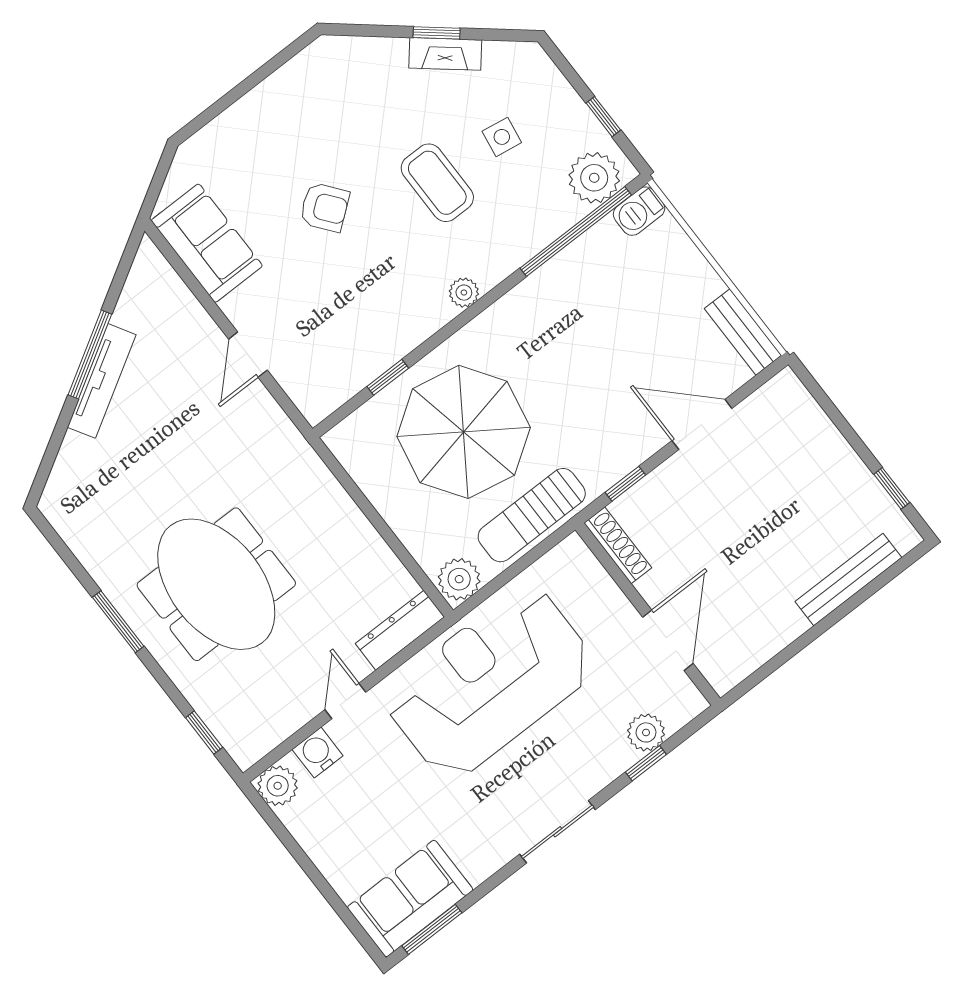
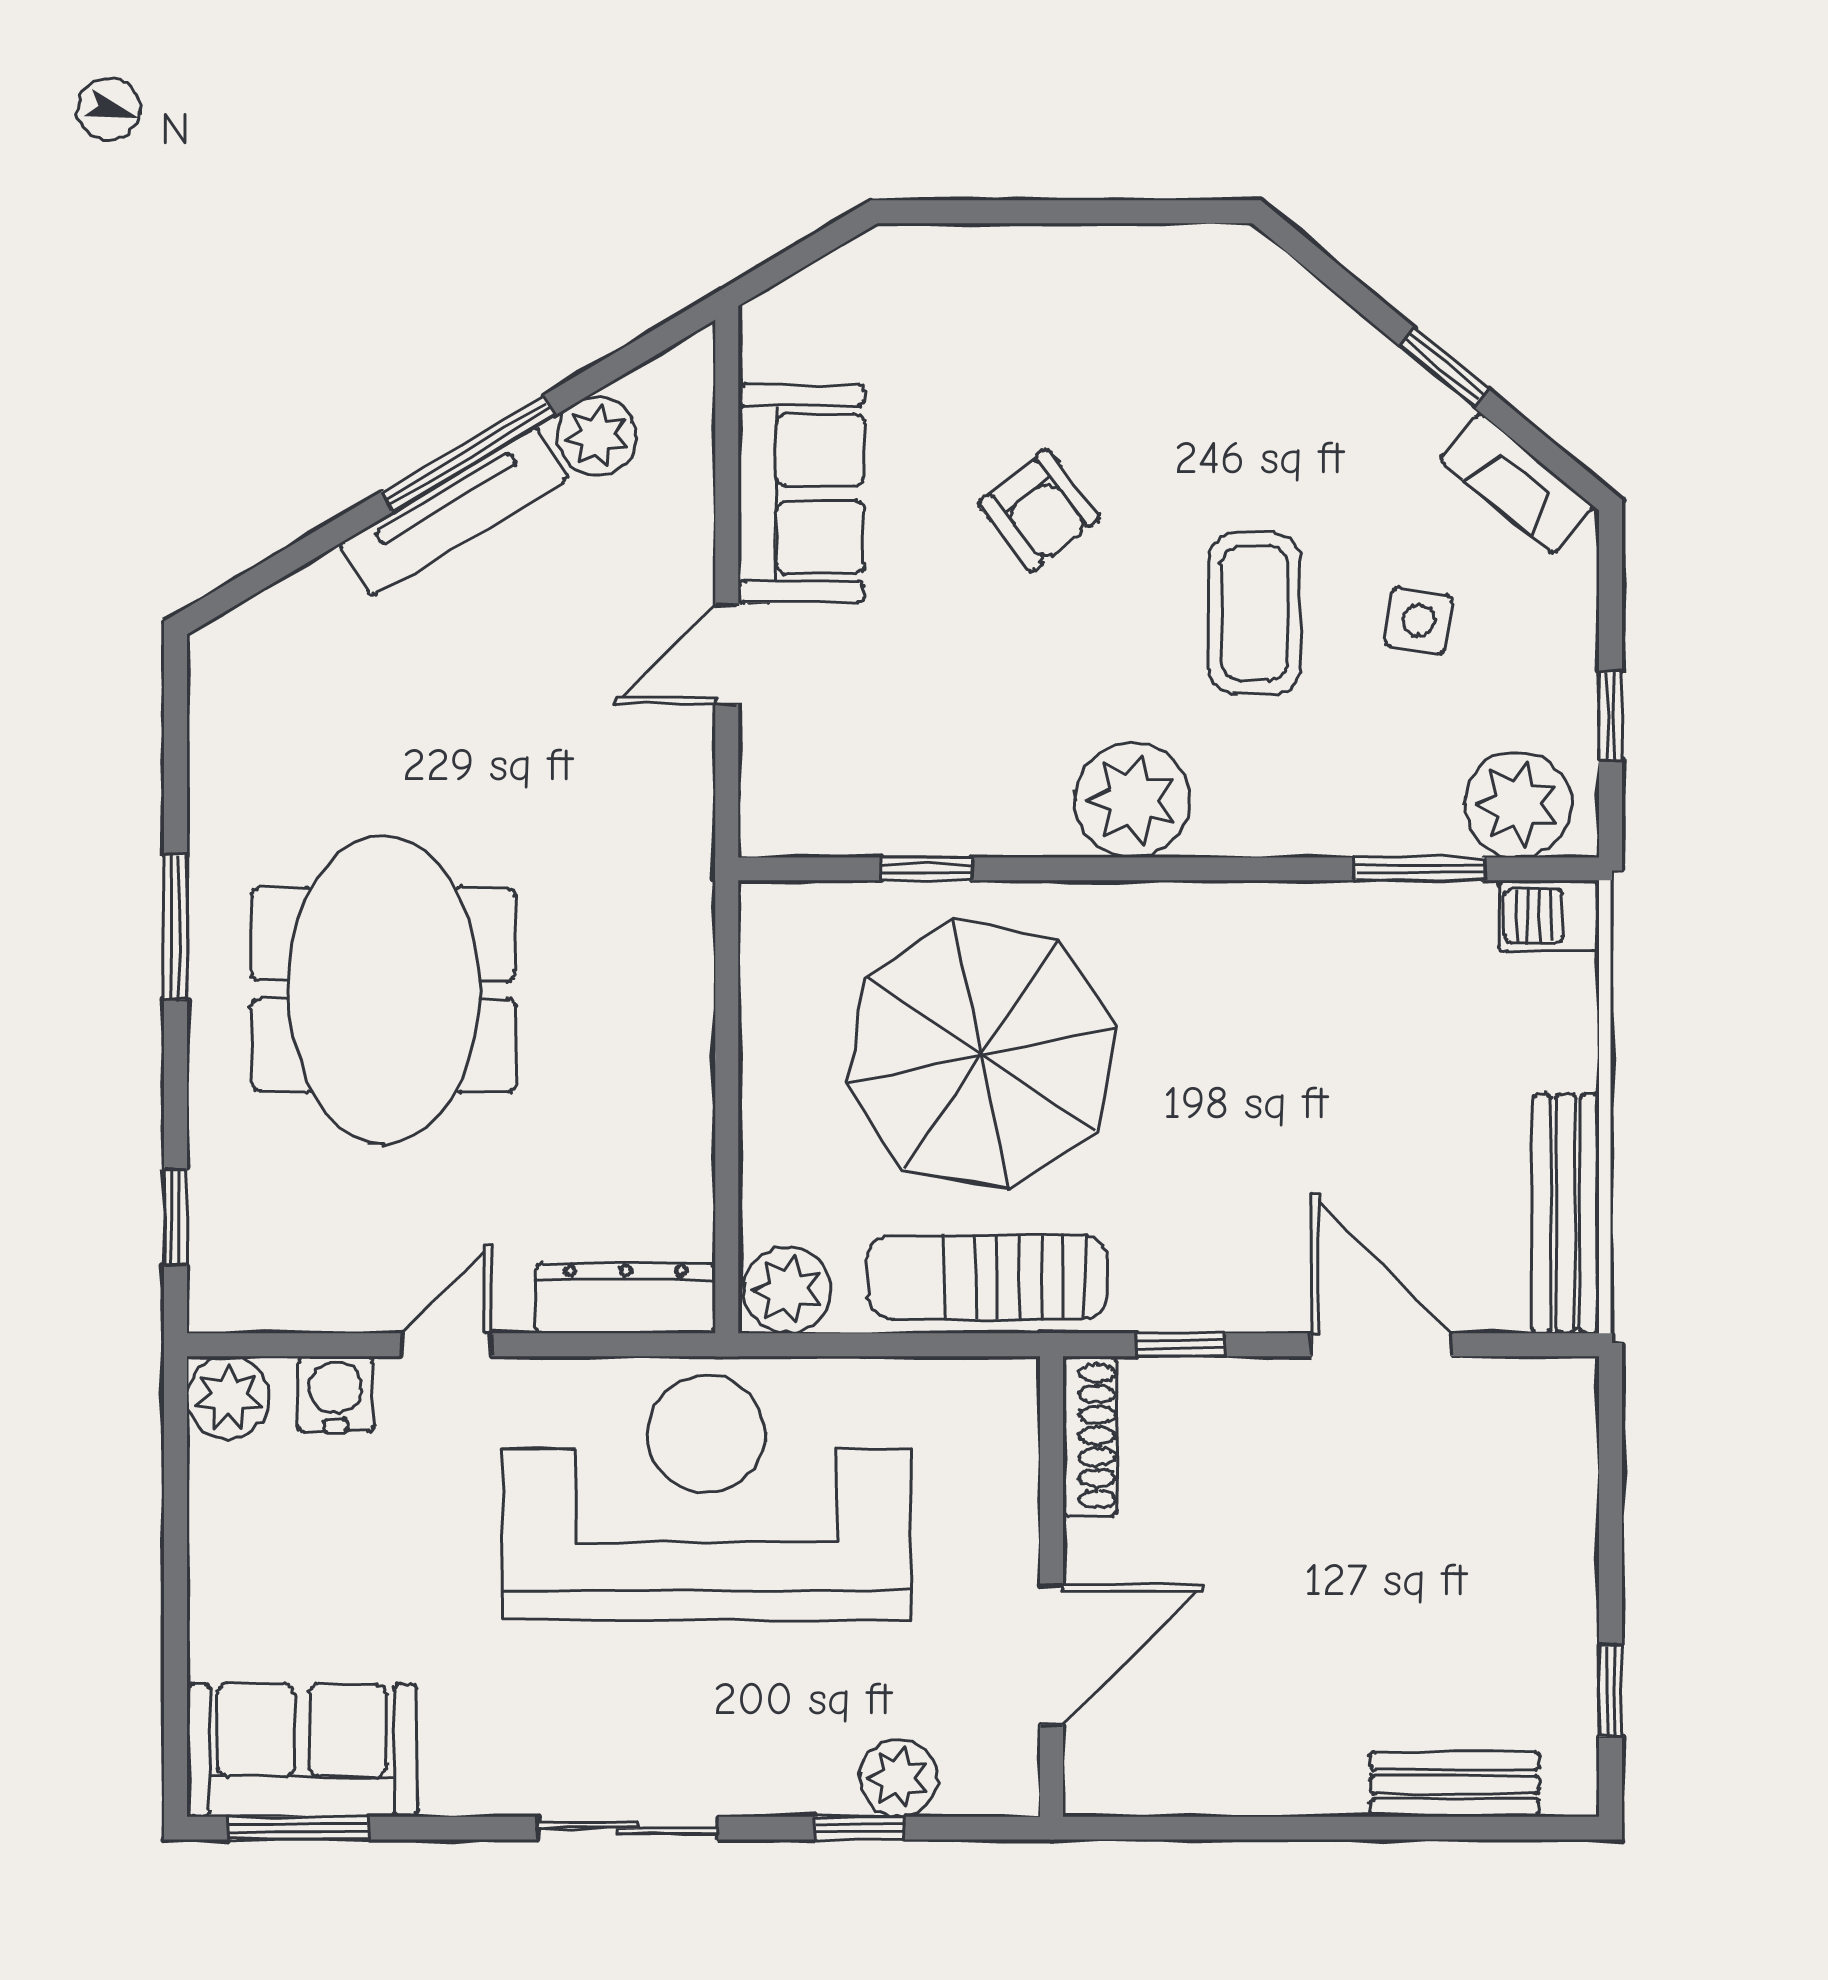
fireplace: (445, 54) -> (1517, 484), moved
window: (576, 232) -> (1419, 869), width x0.47
sofa: (207, 243) -> (801, 493), moved
plant: (464, 293) -> (1132, 800), width x1.87, depth x1.87
plant: (134, 310) -> (597, 436), added
bench: (743, 332) -> (1566, 1214), width x1.36
bench: (848, 580) -> (1455, 1785), width x0.73

